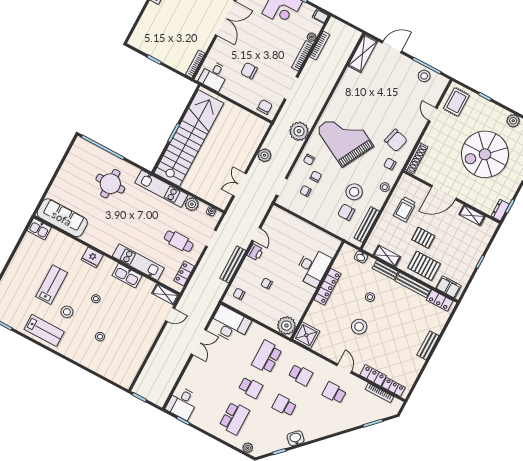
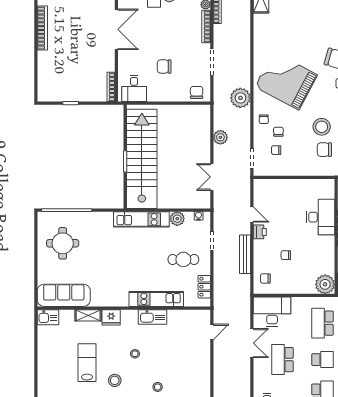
round table: (110, 184) -> (63, 243), moved
shelving: (165, 294) -> (88, 315), moved
school desk: (217, 370) -> (282, 360), added

